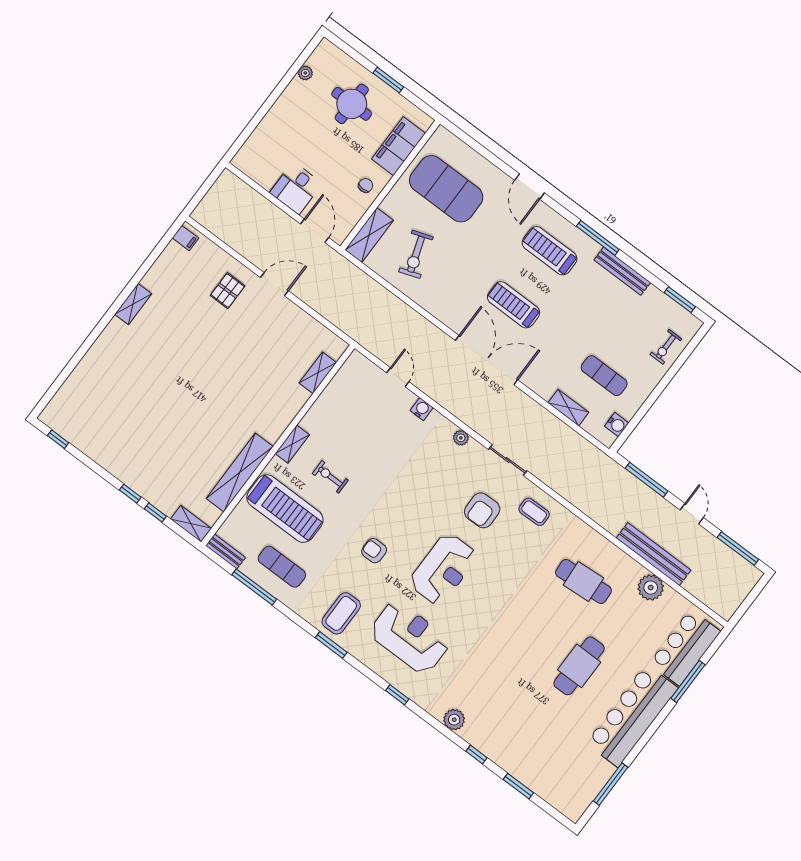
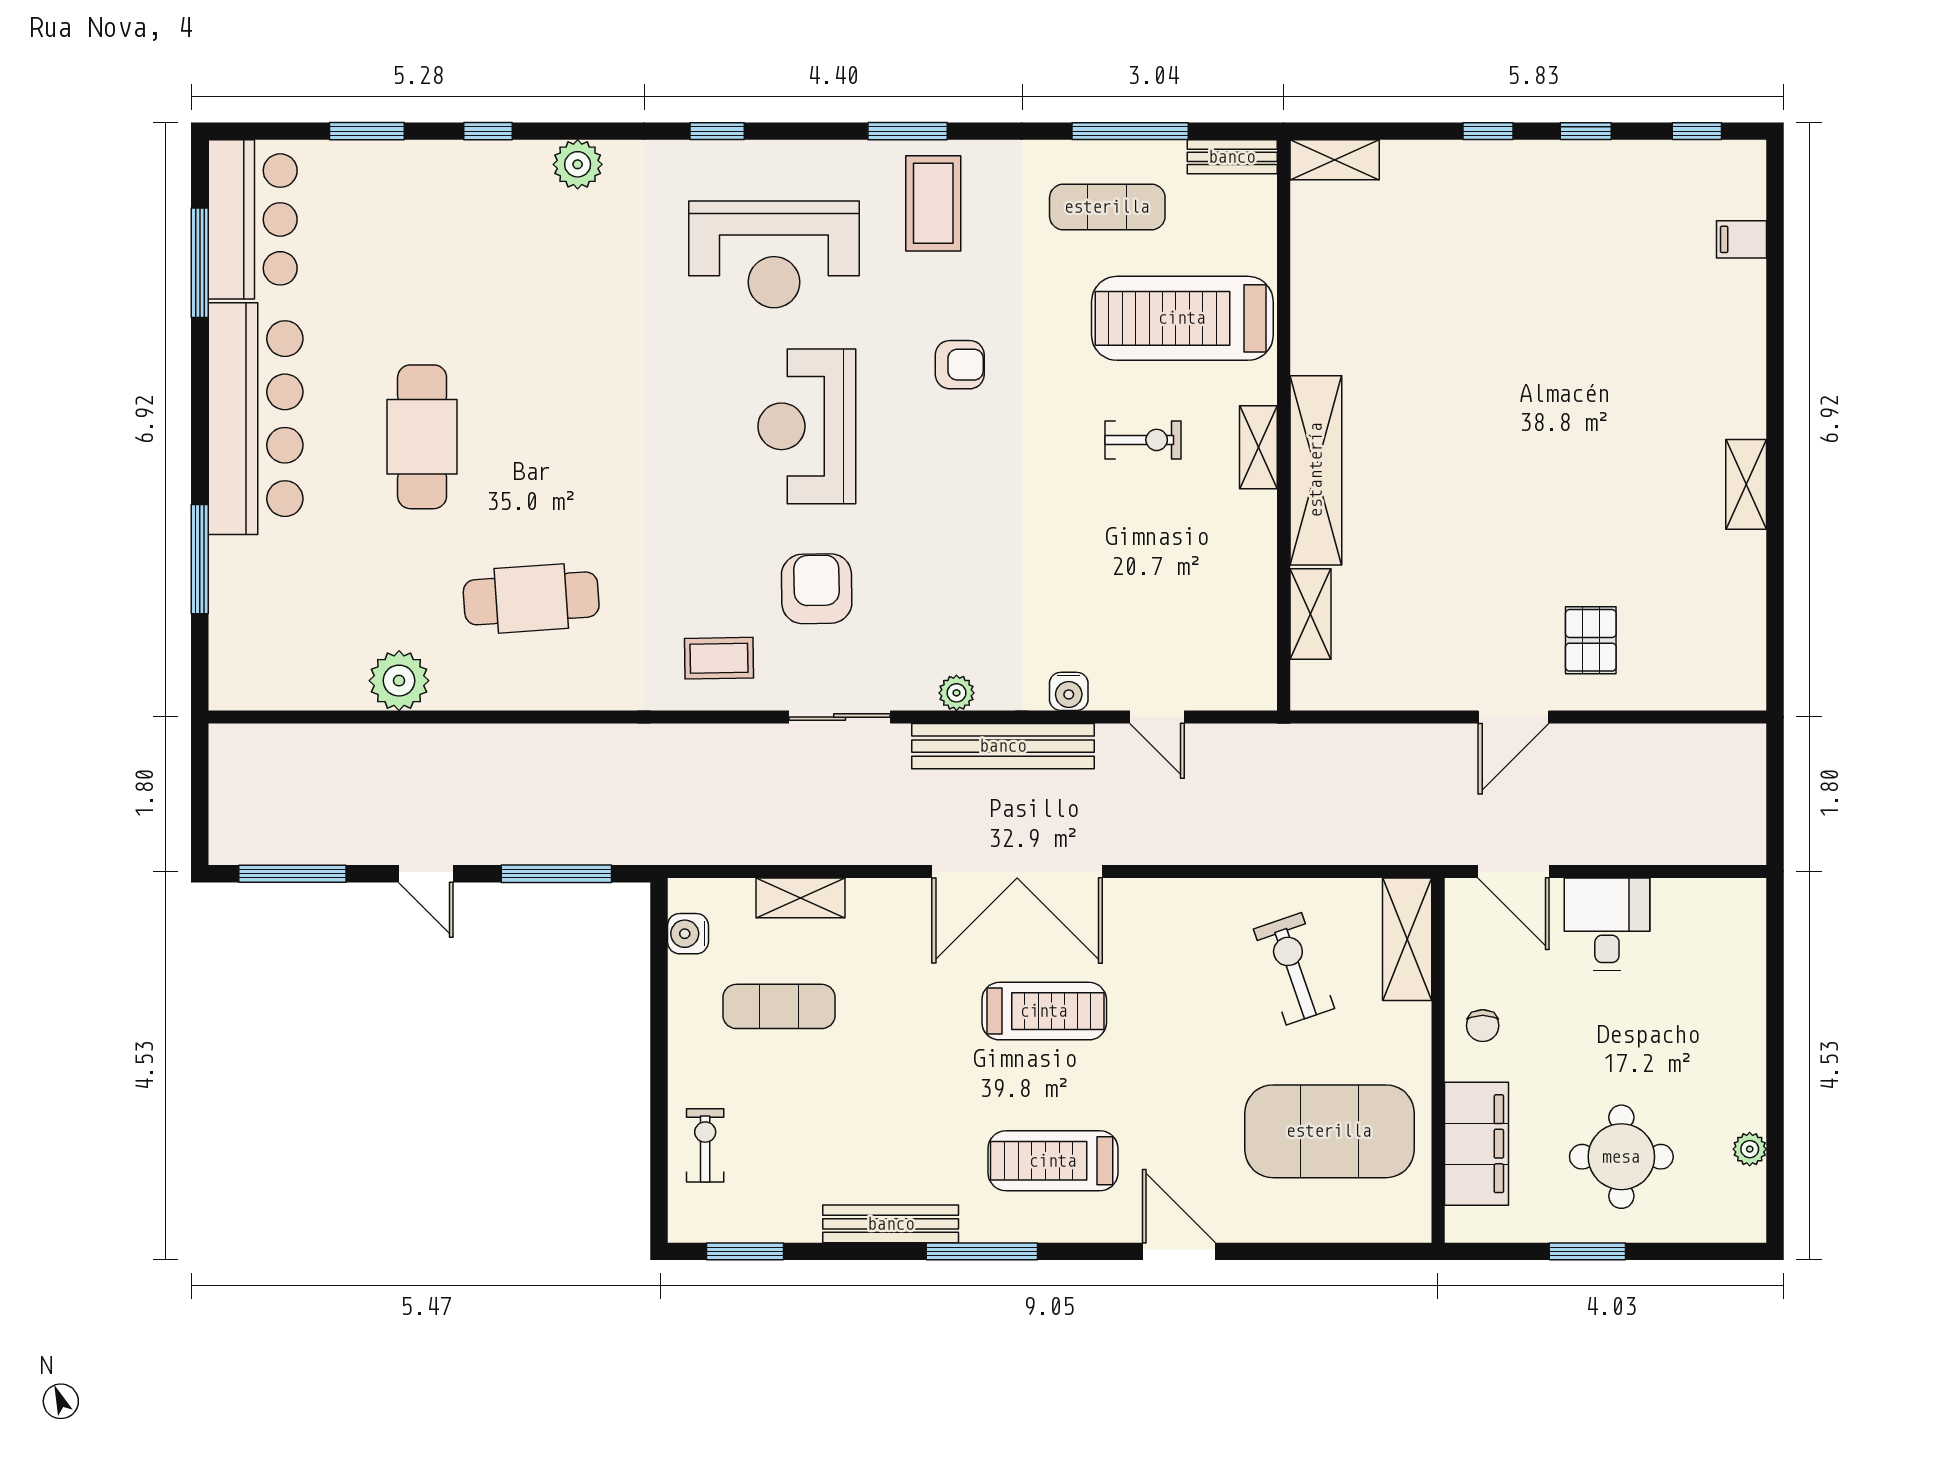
filing cabinet: (185, 238) -> (1742, 239), moved
treadmill: (550, 251) -> (1053, 1161), turned 180
shelving: (240, 473) -> (1316, 470), moved
window: (155, 512) -> (1586, 131), moved
bench: (654, 554) -> (1003, 746), moved
bar counter: (685, 647) -> (253, 219), moved

